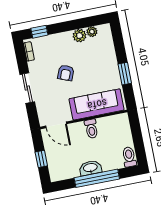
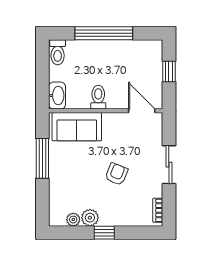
window: (39, 32) -> (104, 233), moved
window: (125, 74) -> (42, 158), width x1.44
sofa: (97, 104) -> (77, 127), width x0.73
washbasin: (90, 168) -> (57, 96), moved, turned -90

